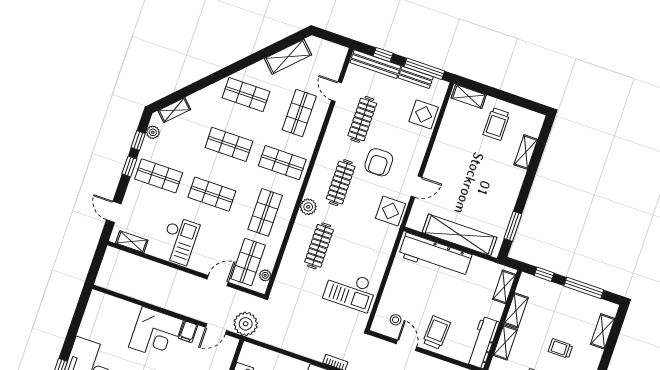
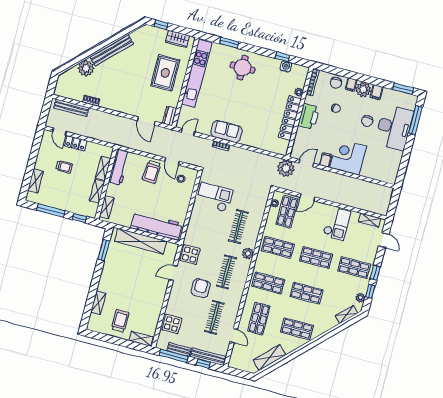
shop shelf: (265, 212) -> (278, 247), turned 90
checkout: (179, 240) -> (337, 223), turned 180

